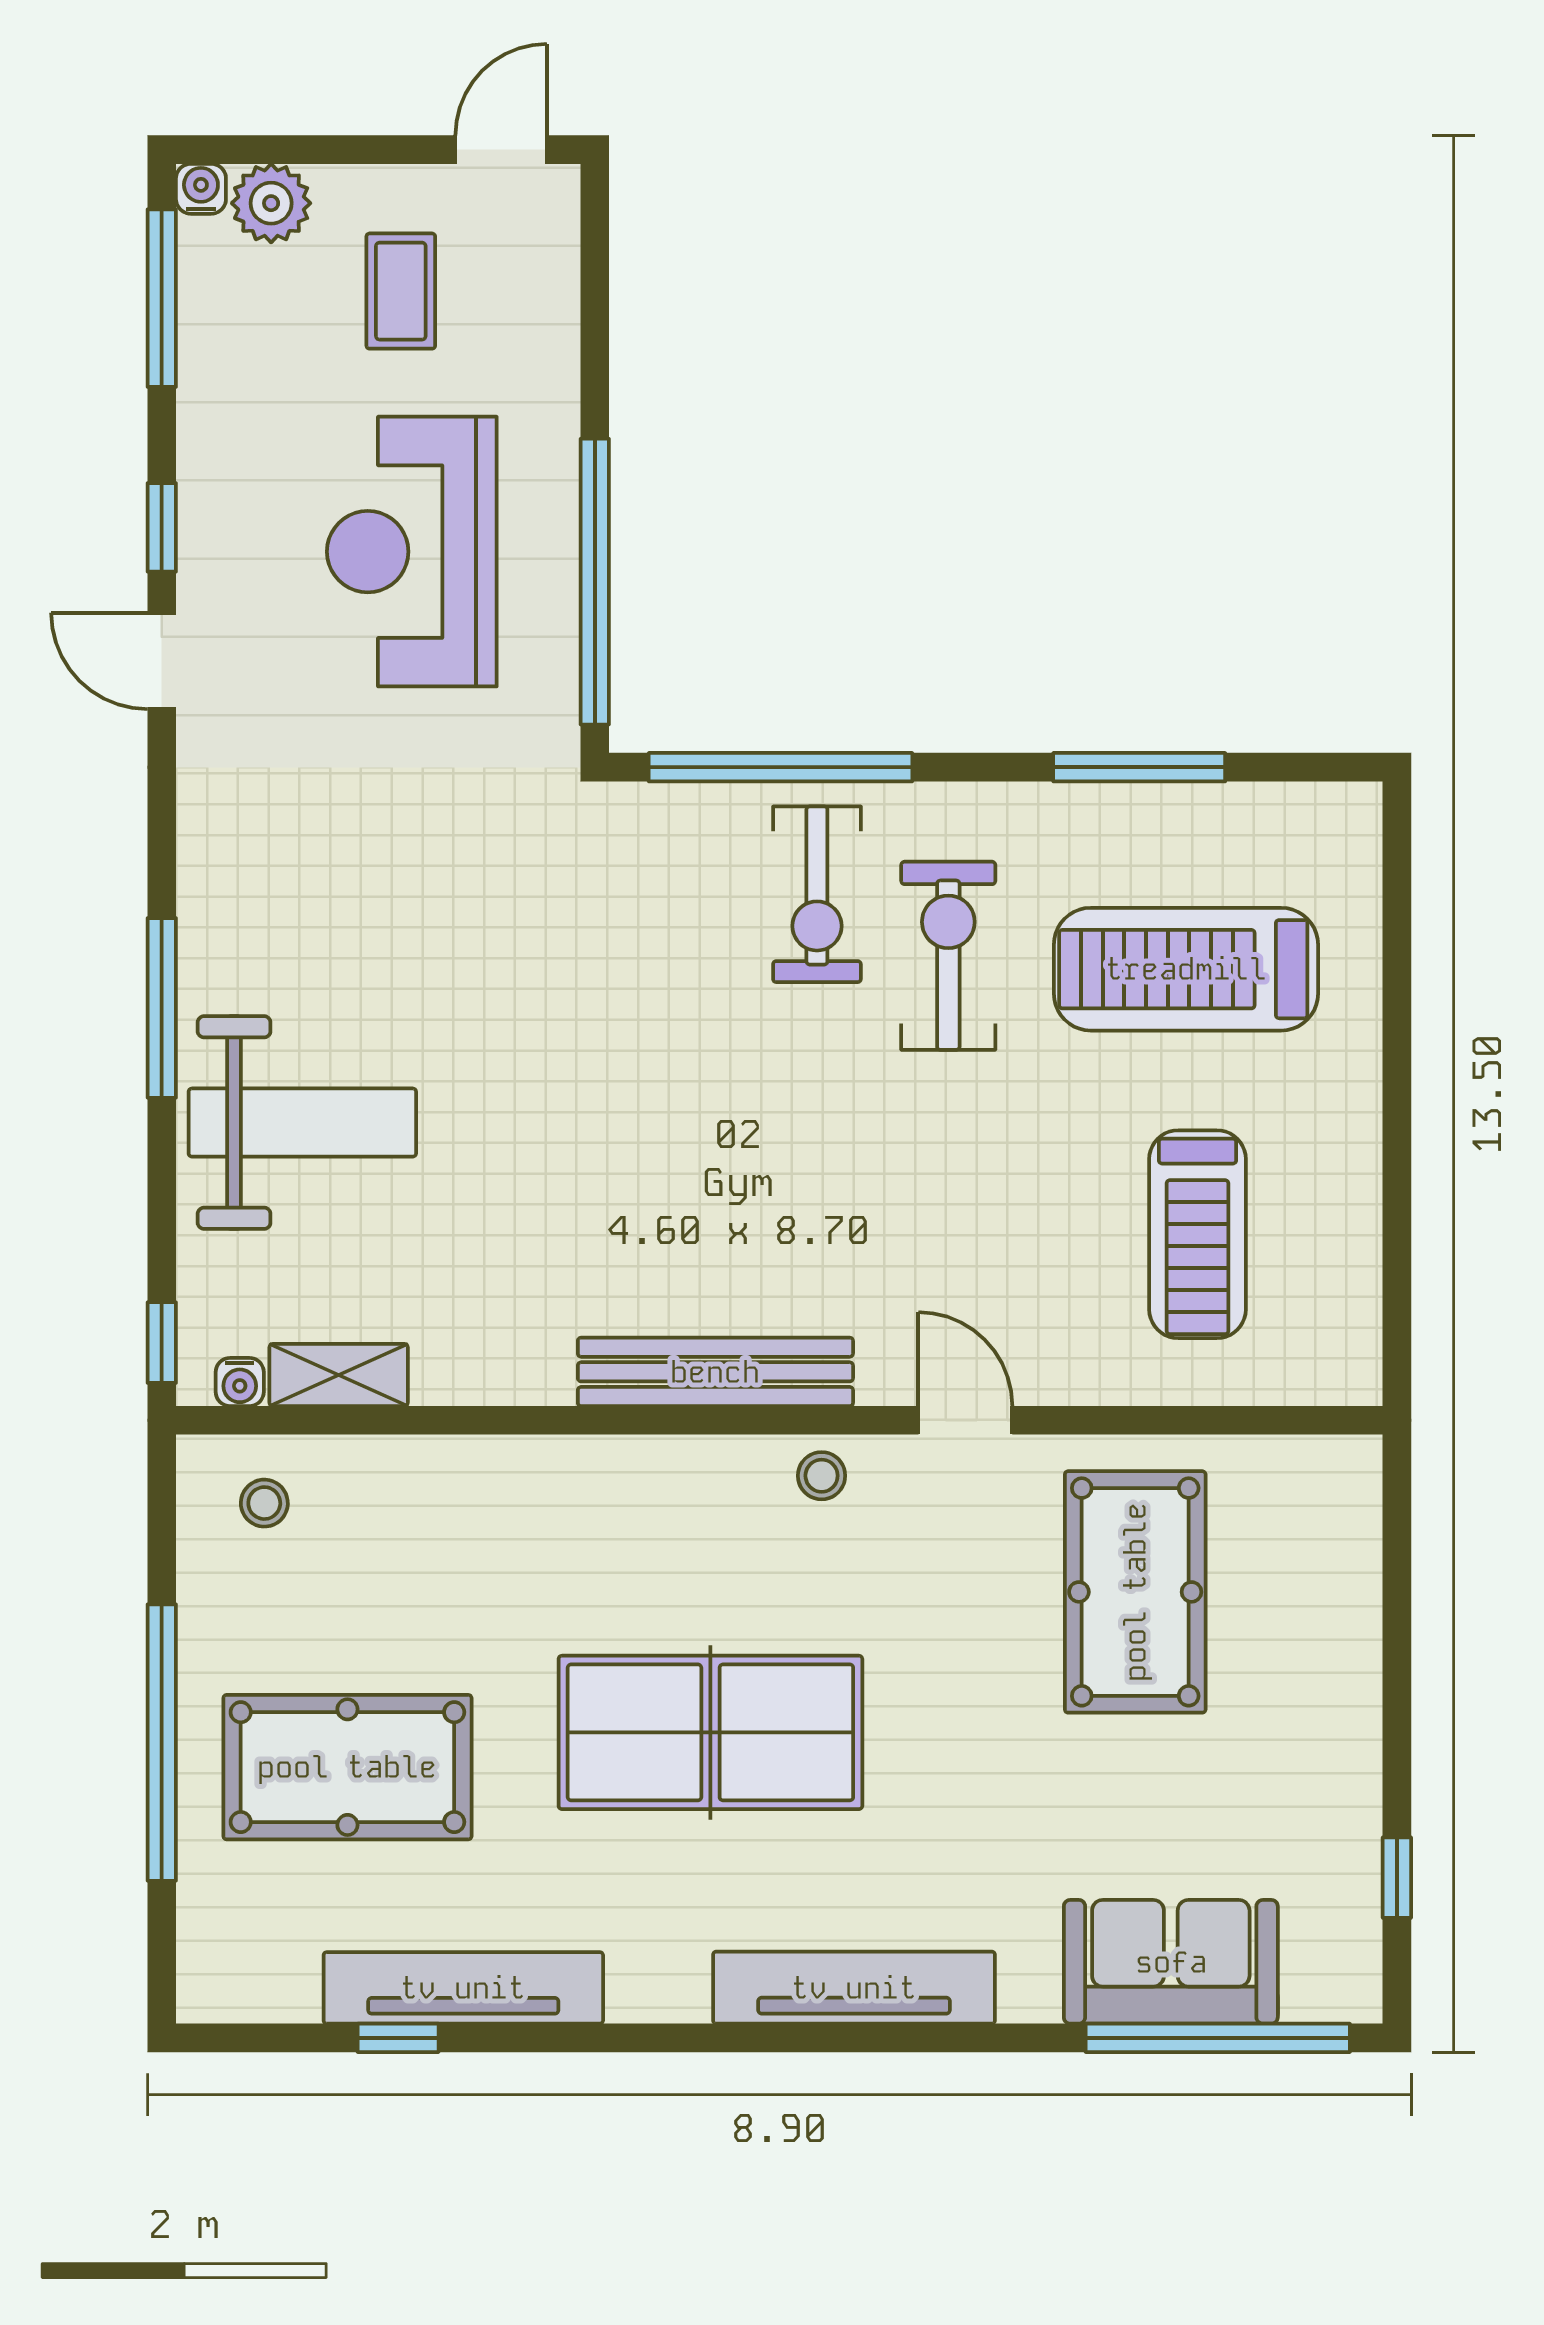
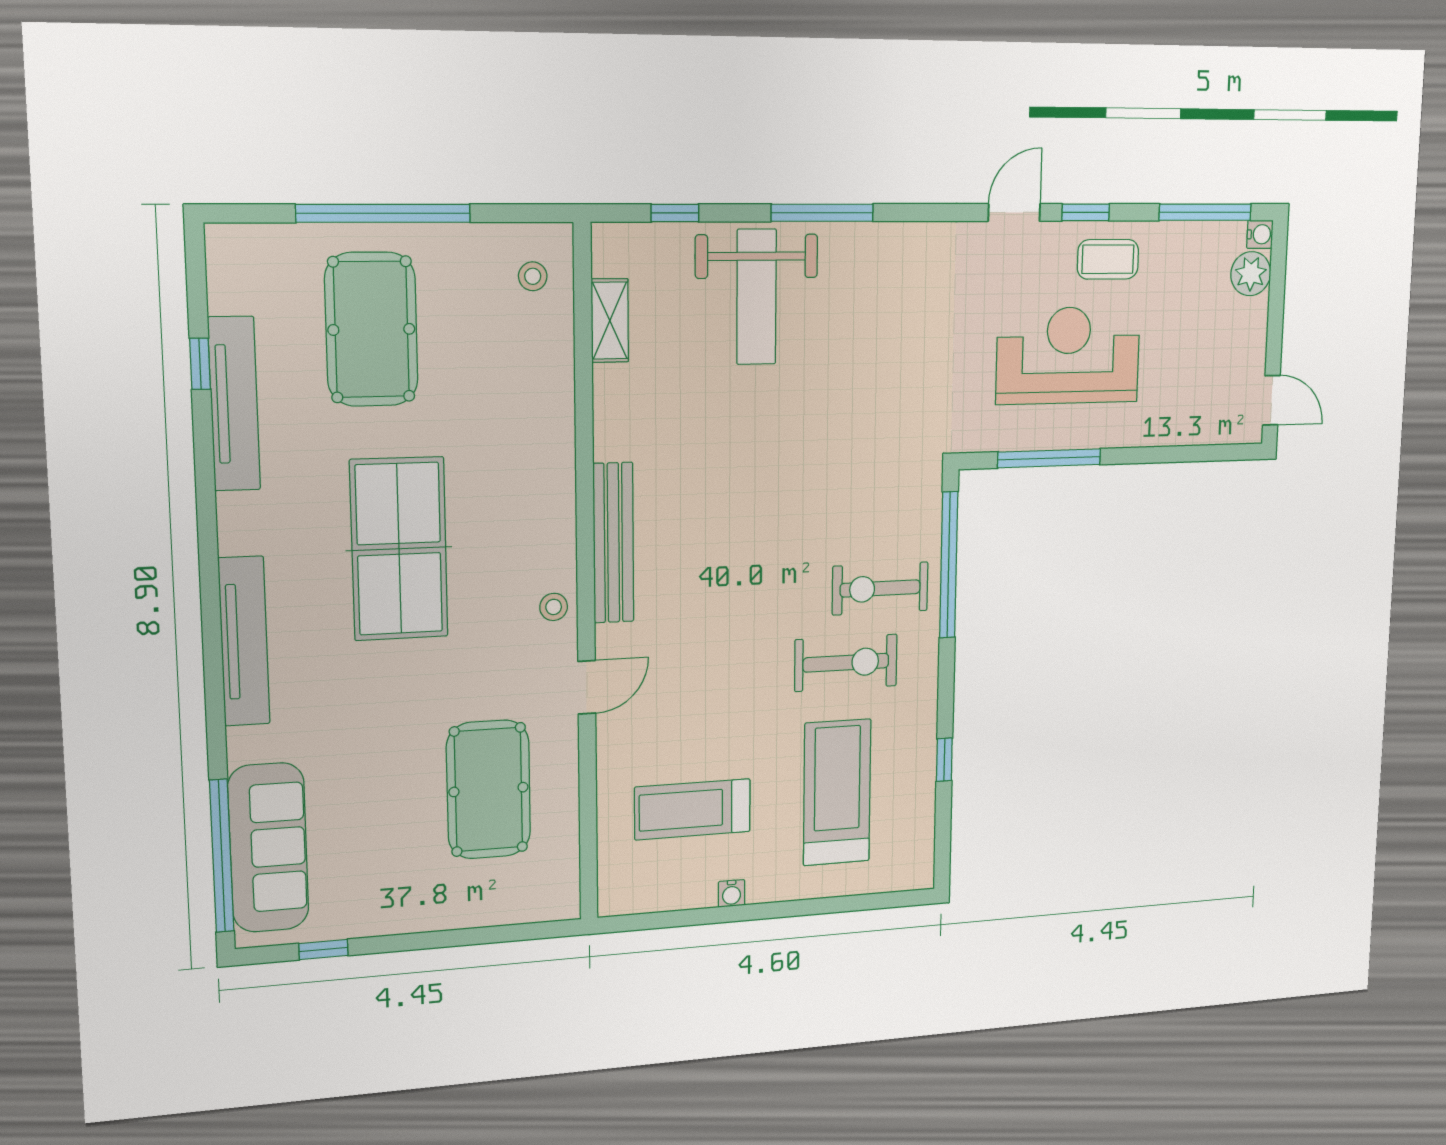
coffee table: (401, 291) -> (1108, 259), moved
window: (595, 582) -> (1049, 458), width x0.68
window: (1139, 767) -> (944, 760), width x0.46
window: (162, 1343) -> (675, 213), moved
water cooler: (240, 1382) -> (732, 893), moved, turned -90
pool table: (1135, 1592) -> (489, 790), turned 90
sofa: (1171, 1962) -> (268, 848), width x1.36

